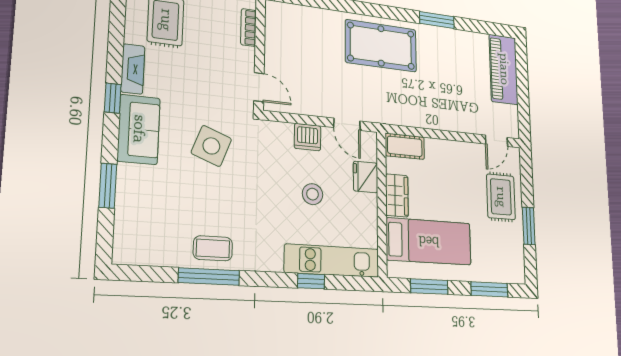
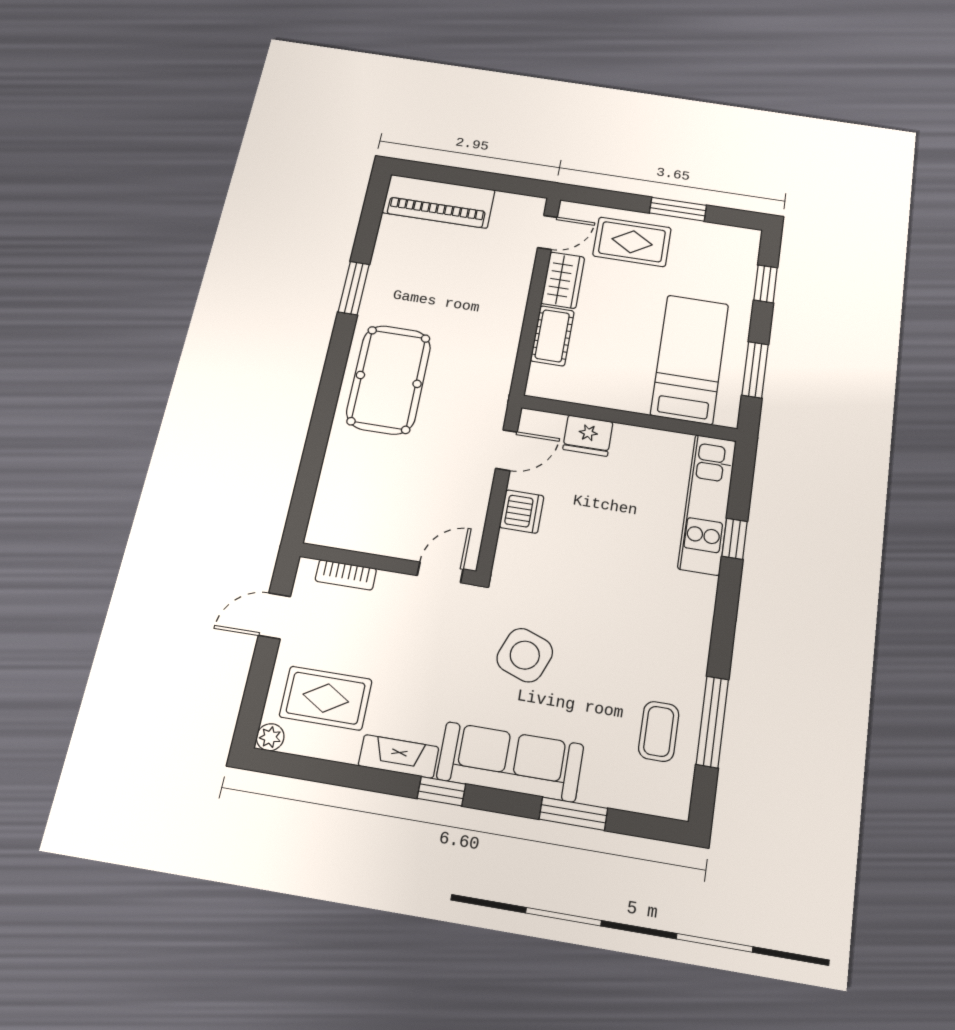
sofa: (139, 129) -> (510, 762), width x1.36
door: (496, 141) -> (547, 232), hinge flipped
cot: (405, 146) -> (552, 336), moved
stool: (313, 194) -> (608, 517), removed
wardrobe: (397, 195) -> (563, 280), moved, turned 90
coffee table: (213, 248) -> (659, 731), moved
window: (209, 277) -> (712, 722), moved
window: (489, 289) -> (766, 284), width x0.67

